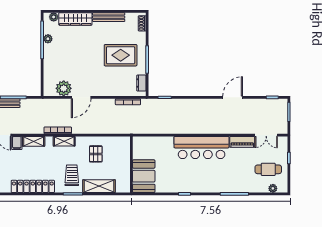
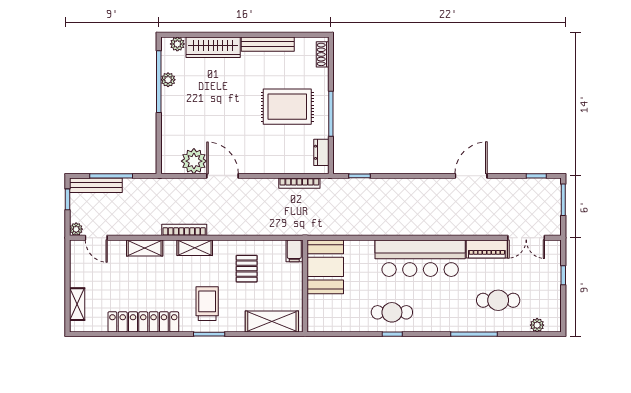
door: (81, 97) -> (223, 176), swing flipped
filing cabinet: (17, 143) -> (294, 251), moved
cafe table: (268, 169) -> (498, 300), moved
booth: (144, 176) -> (325, 267), moved
cafe table: (184, 181) -> (392, 312), added
shelving: (99, 186) -> (272, 322), moved

